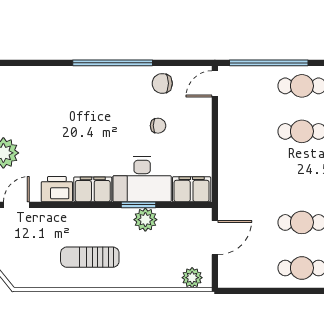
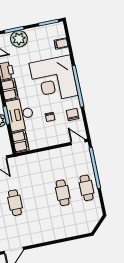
filing cabinet: (28, 78) -> (61, 44), added
corner desk: (91, 105) -> (54, 79), added

